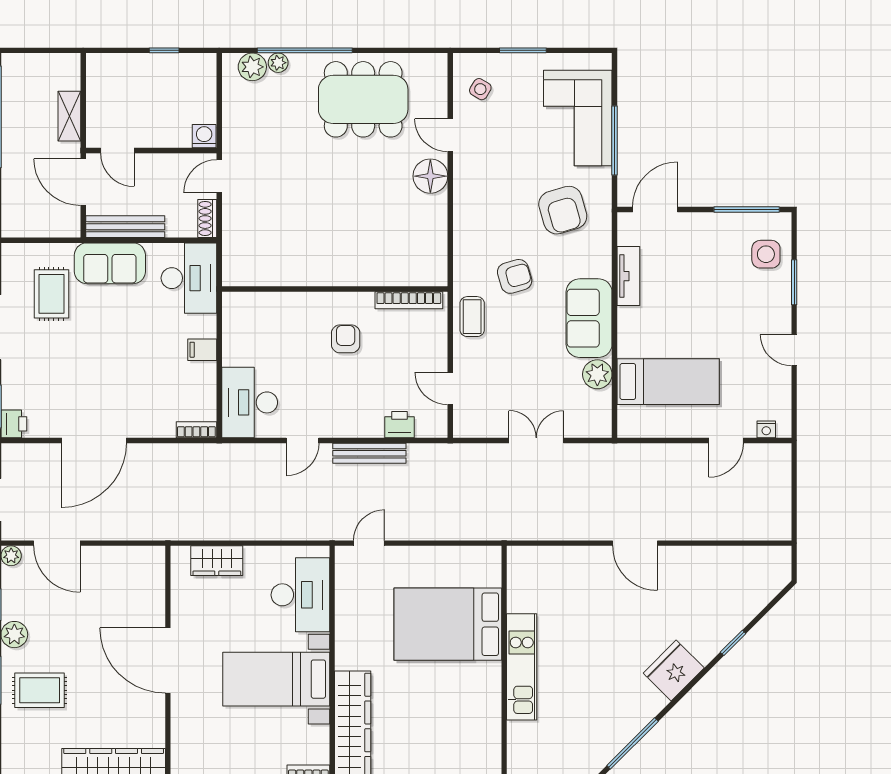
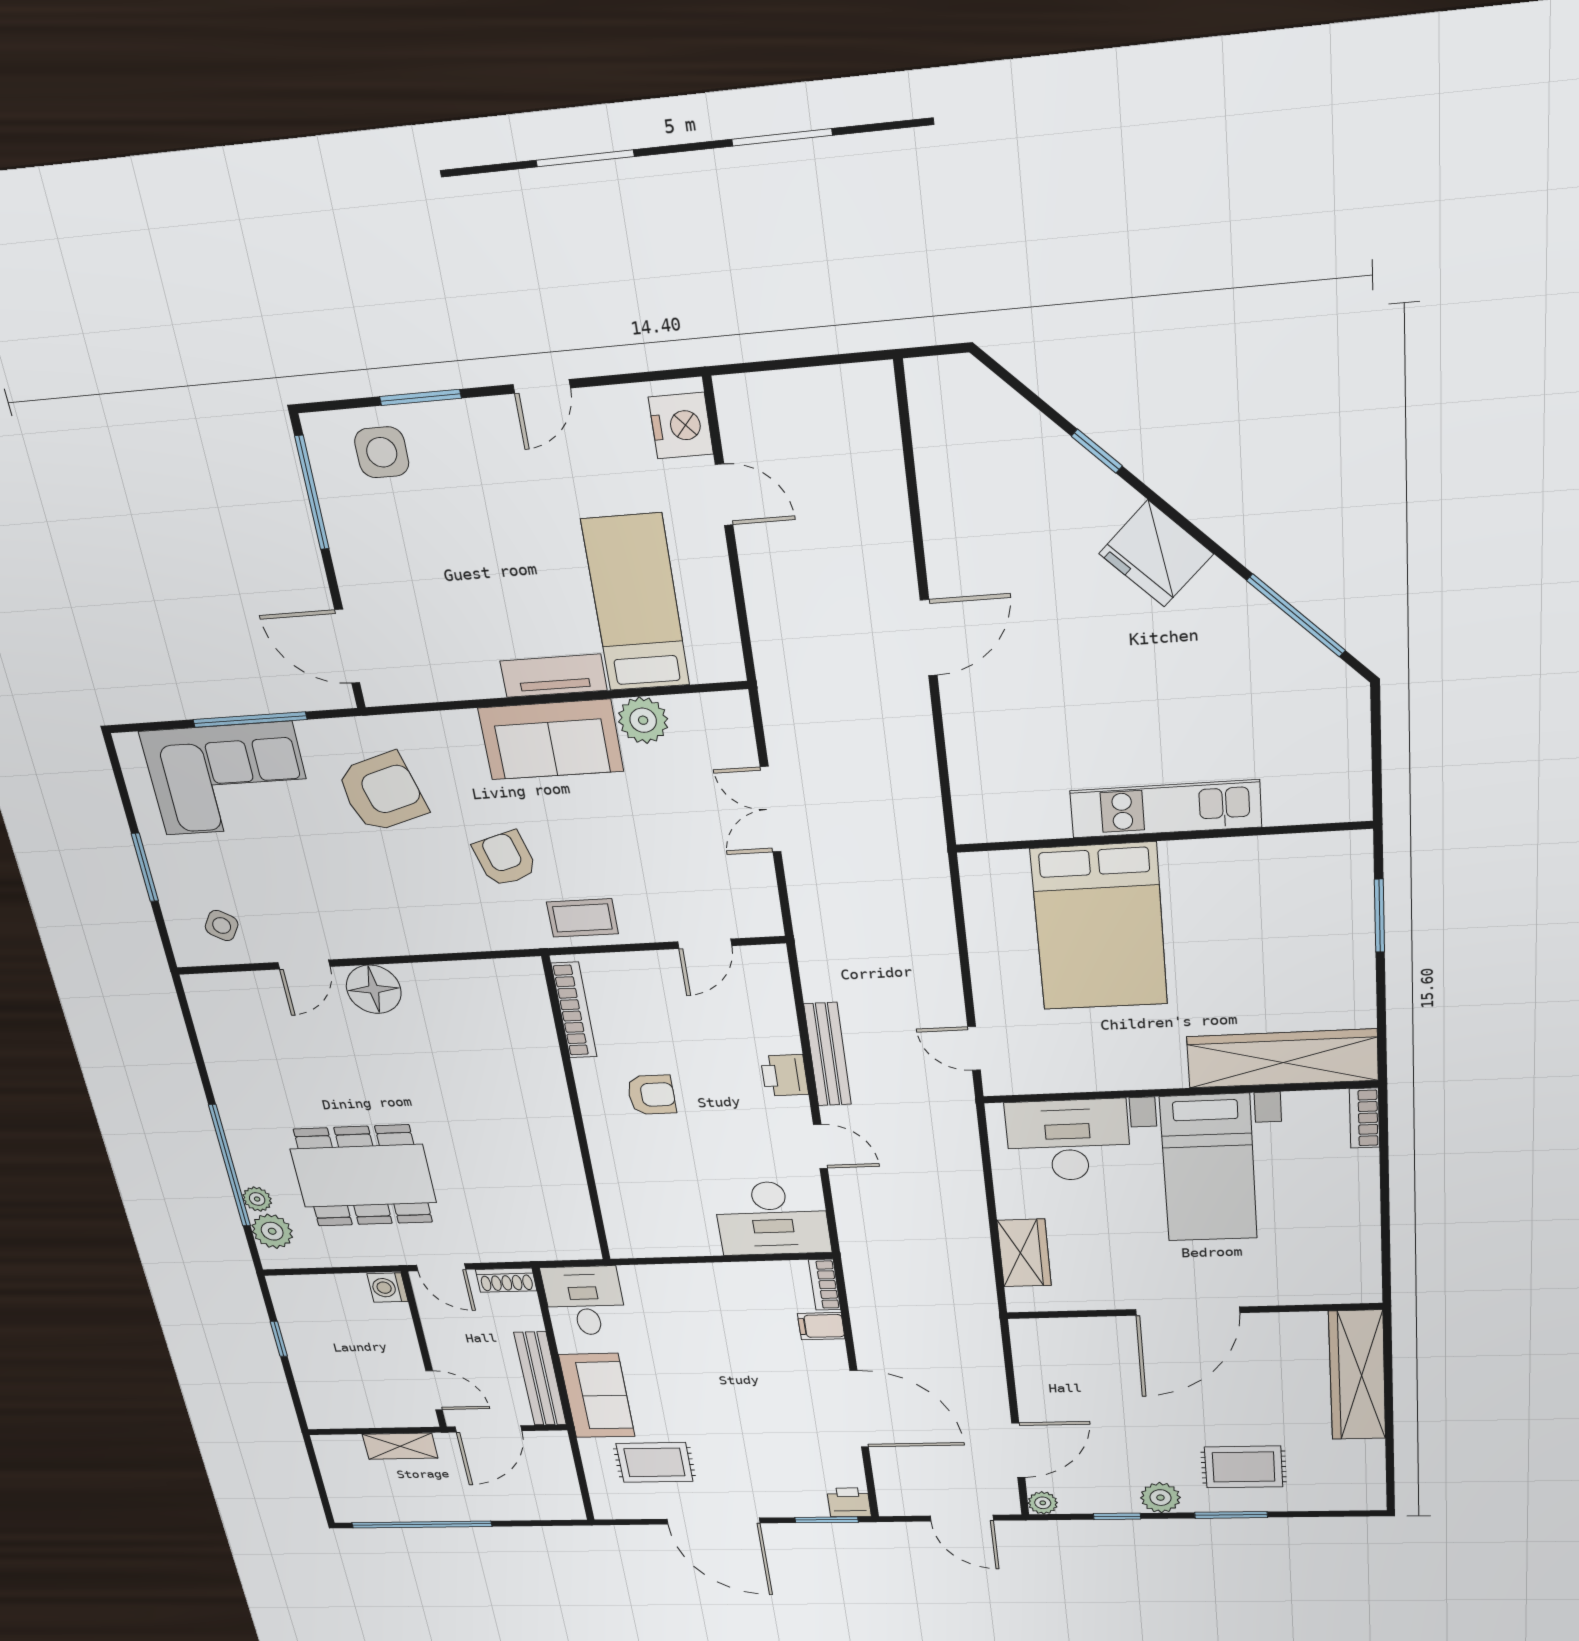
dining table: (363, 99) -> (363, 1176), moved, turned 90
door: (117, 150) -> (434, 1390), hinge flipped
tv unit: (628, 276) -> (554, 676), moved
desk: (189, 278) -> (585, 1301), width x0.73
armchair: (346, 339) -> (651, 1095), turned 180
filing cabinet: (202, 350) -> (821, 1326), moved, turned 90
printer: (399, 425) -> (784, 1075), moved
nightstand: (766, 429) -> (681, 426), width x1.89, depth x1.79
rug: (40, 690) -> (1244, 1467), turned 90

